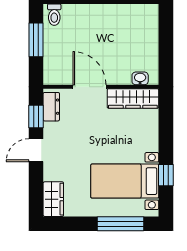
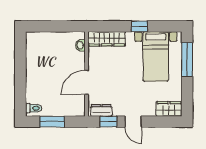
wardrobe: (133, 98) -> (107, 39), moved, turned 90
window: (166, 175) -> (139, 26), moved

